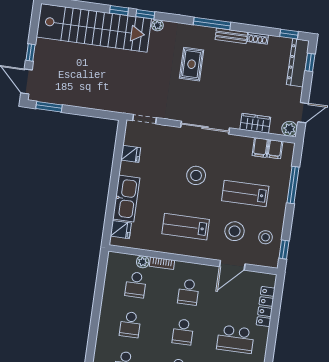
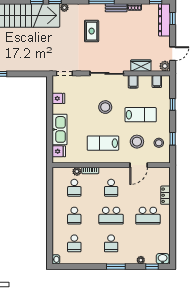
filing cabinet: (260, 148) -> (133, 82), moved
window: (293, 185) -> (173, 104), width x0.46
lab bench: (245, 193) -> (141, 115), turned 180
window: (284, 250) -> (173, 139), moved
locker: (266, 307) -> (165, 195), width x0.66
school desk: (183, 332) -> (111, 216), width x1.85

